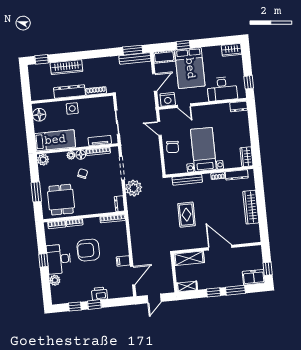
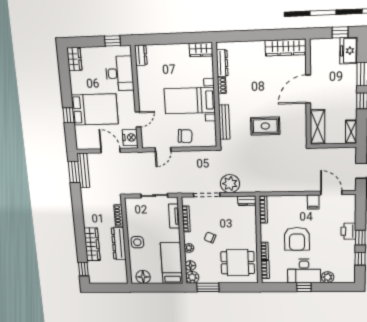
cot: (164, 57) -> (82, 138), removed
floor lamp: (81, 155) -> (190, 266), moved
window: (36, 192) -> (208, 287), moved
wardrobe: (251, 207) -> (286, 48), moved

